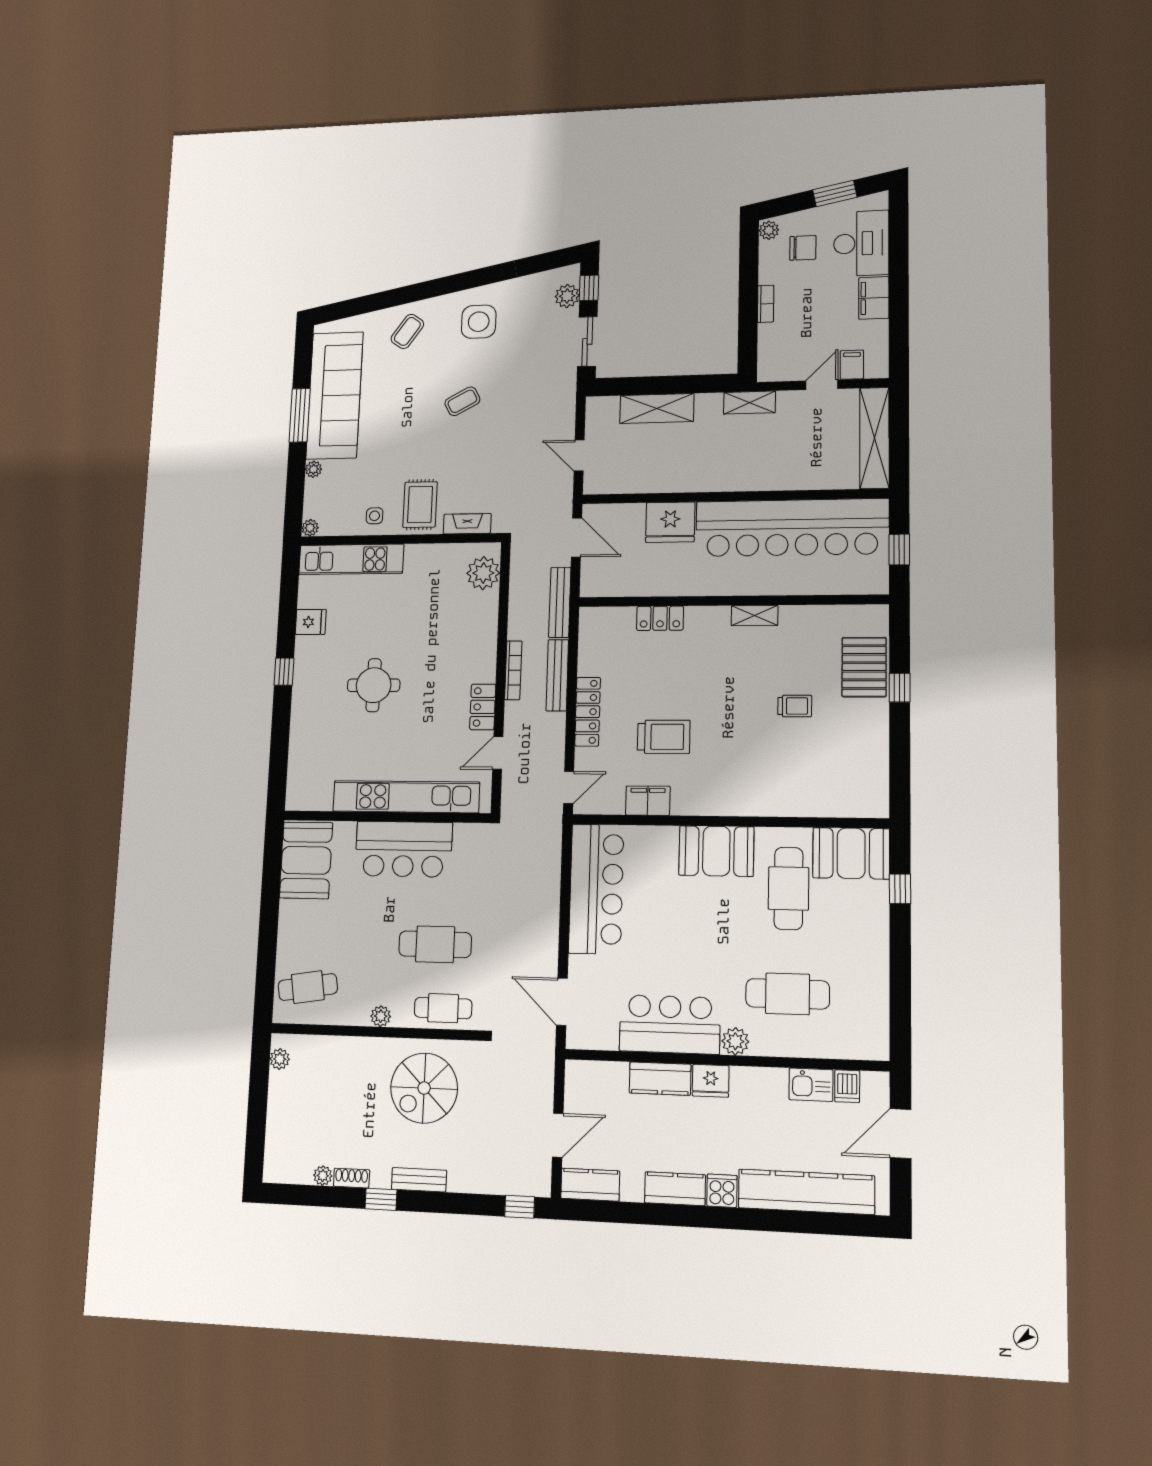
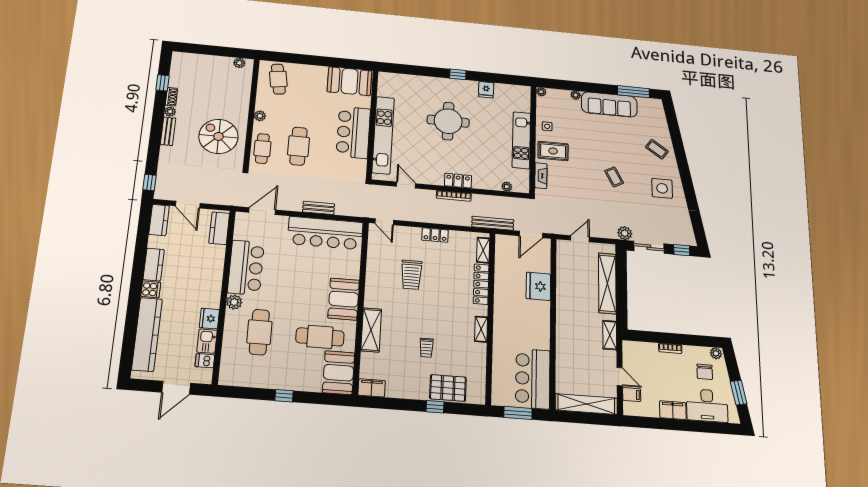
plant: (567, 296) -> (625, 233), moved
sofa: (335, 395) -> (609, 104), width x0.74, depth x0.79
shelving: (657, 408) -> (607, 283), width x1.47
window: (300, 415) -> (633, 92), moved
bar counter: (792, 528) -> (533, 379), width x0.54
window: (899, 549) -> (518, 413), width x1.50
kitchen unit: (351, 559) -> (521, 140), moved
plant: (483, 573) -> (507, 187), width x0.53, depth x0.53
shelving: (610, 617) -> (483, 250), added
locker: (660, 618) -> (481, 284), width x1.53
bench: (557, 675) -> (319, 208), moved, width x0.73
round table: (374, 685) -> (448, 121), width x1.36, depth x1.36
locker: (483, 707) -> (458, 181), moved
locker: (588, 712) -> (435, 235), width x0.66
filing cabinet: (648, 801) -> (372, 388), moved, turned -90
shelving: (769, 801) -> (371, 330), added
window: (900, 889) -> (284, 396), moved
kitchen counter: (660, 1079) -> (219, 228), moved
fridge: (711, 1081) -> (209, 319), moved
door: (901, 1133) -> (176, 388), swing flipped
plant: (323, 1176) -> (170, 112), moved
window: (381, 1199) -> (162, 83), moved

